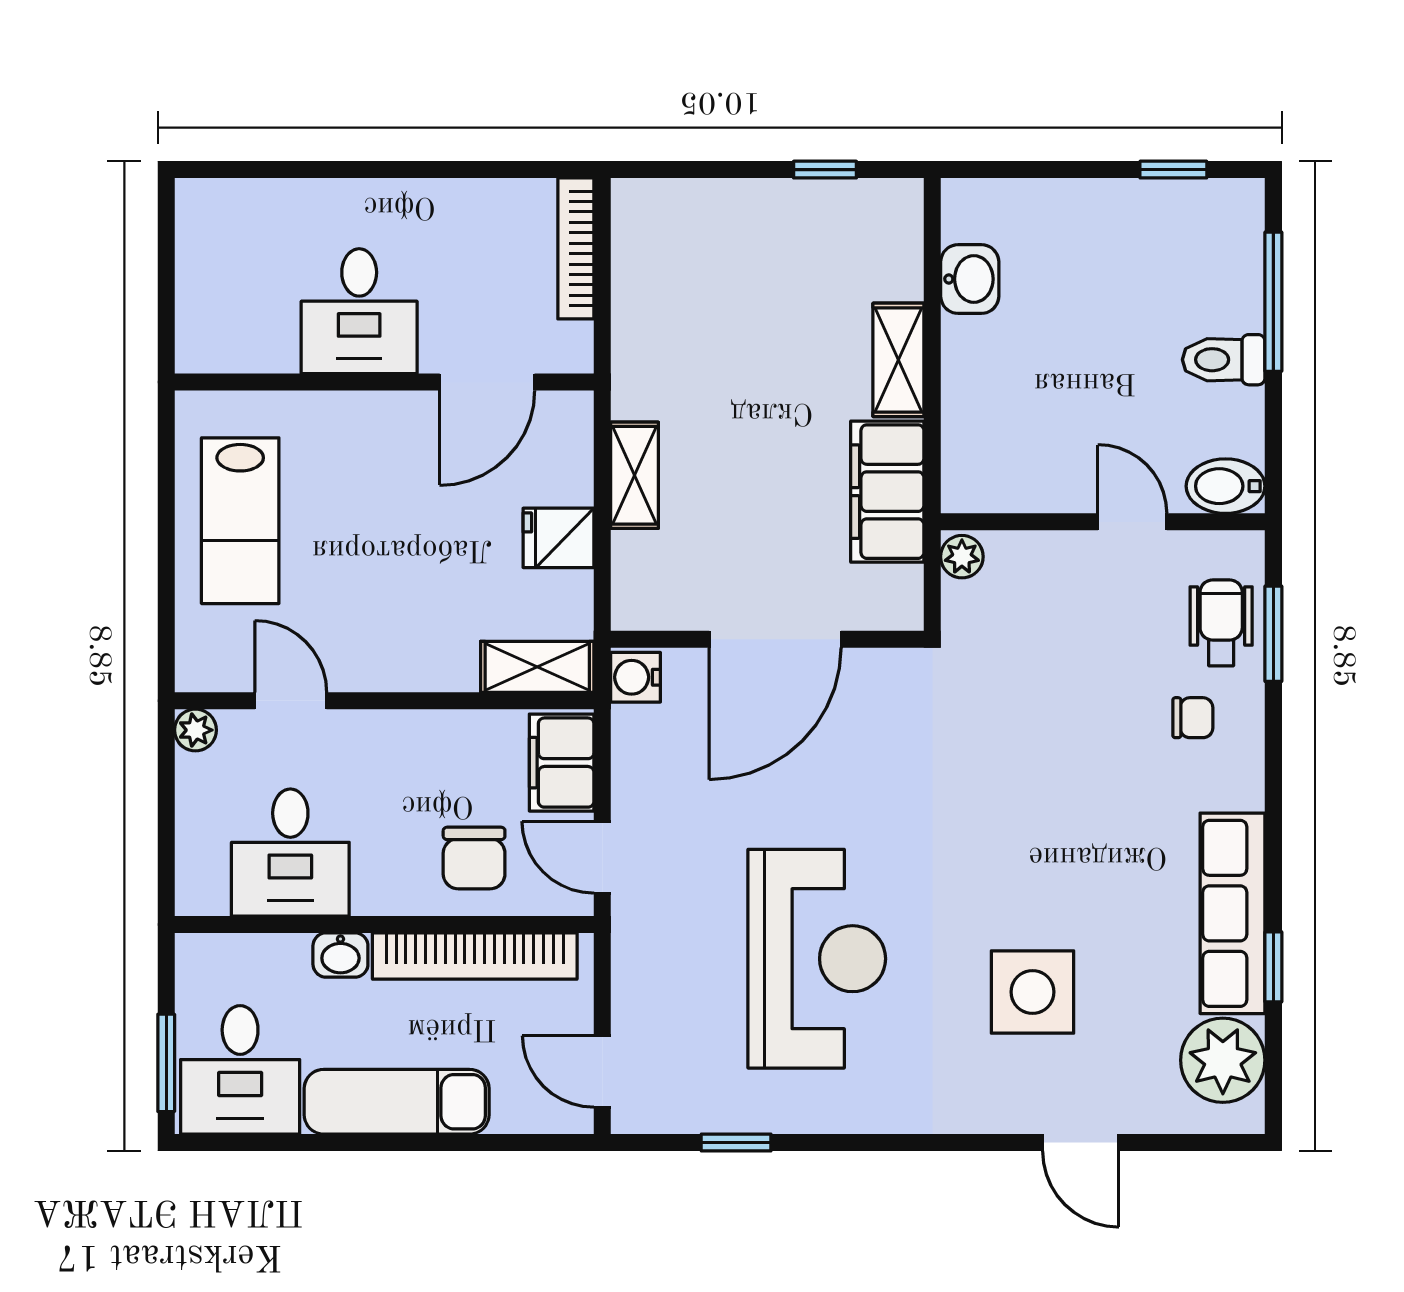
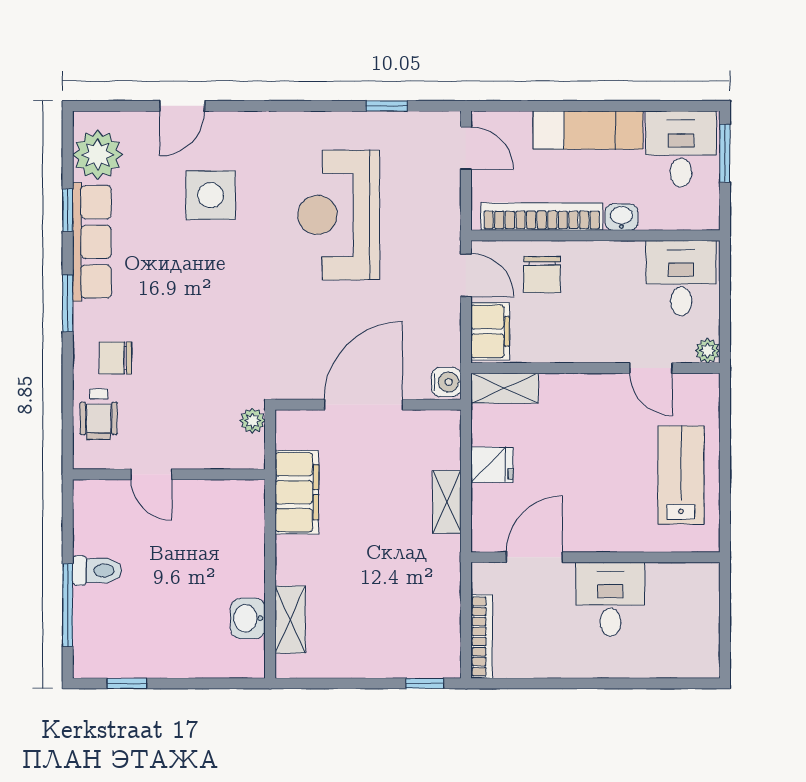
window: (825, 170) -> (425, 683), moved
shelving: (898, 360) -> (290, 620), moved
bidet: (1226, 486) -> (96, 495), removed
plant: (962, 557) -> (253, 421), moved
window: (1273, 634) -> (68, 303), moved
chair: (1193, 718) -> (115, 358), width x1.37, depth x1.37
desk: (290, 853) -> (681, 278), moved
chair: (474, 858) -> (542, 275), turned 180
door: (1081, 1142) -> (182, 106), swing flipped

